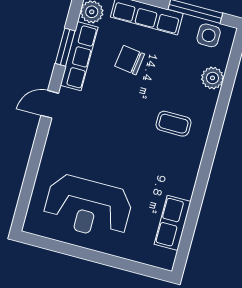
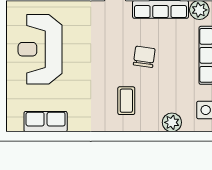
chair: (130, 60) -> (144, 57), moved

